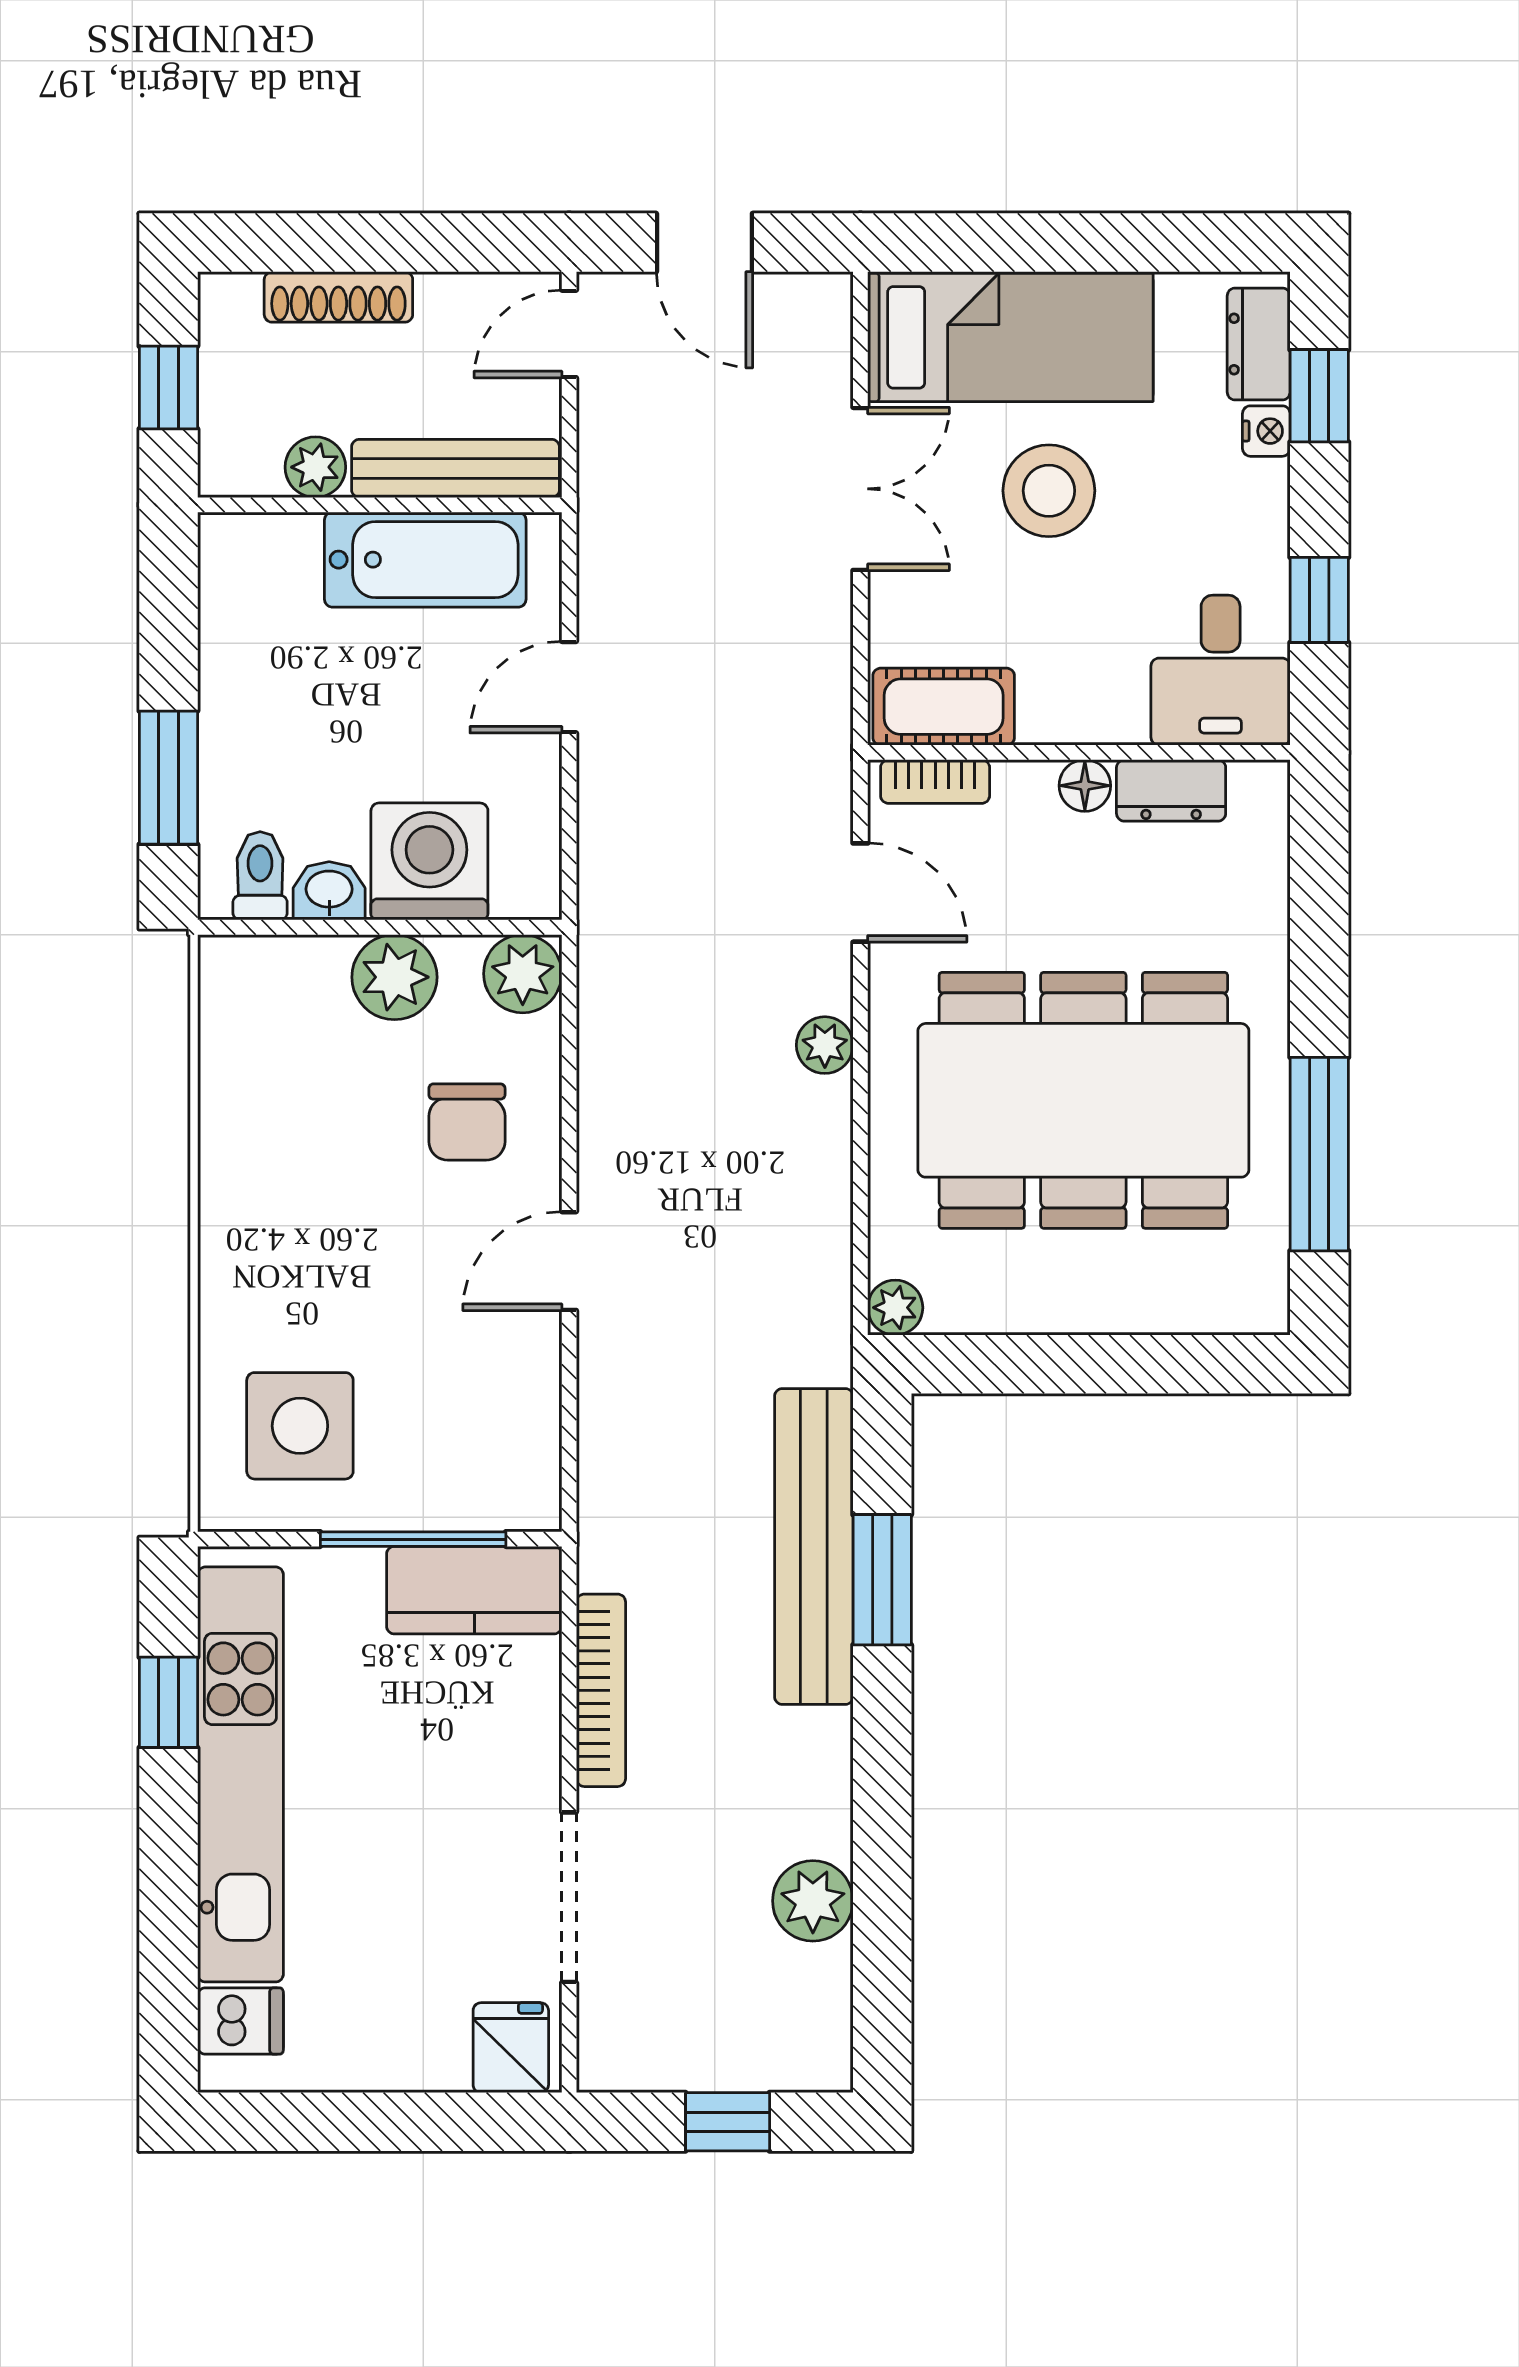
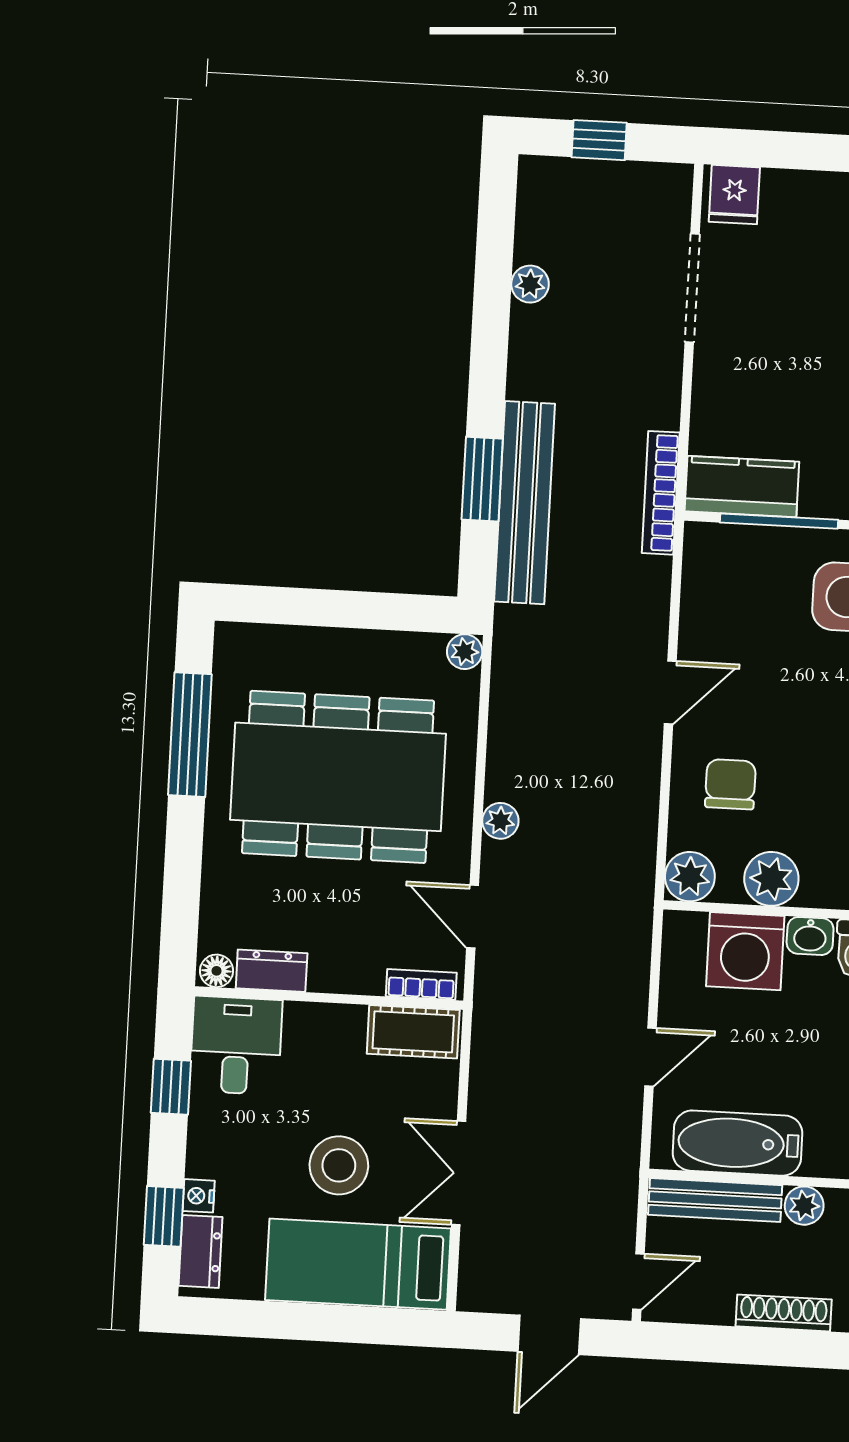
door: (704, 243) -> (549, 1335), swing flipped
floor lamp: (1085, 786) -> (217, 971), moved
bookcase: (601, 1690) -> (661, 493), moved
plant: (813, 1901) -> (530, 284), width x0.73, depth x0.73

